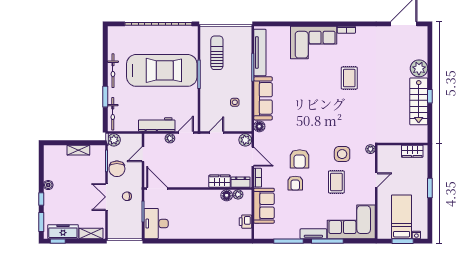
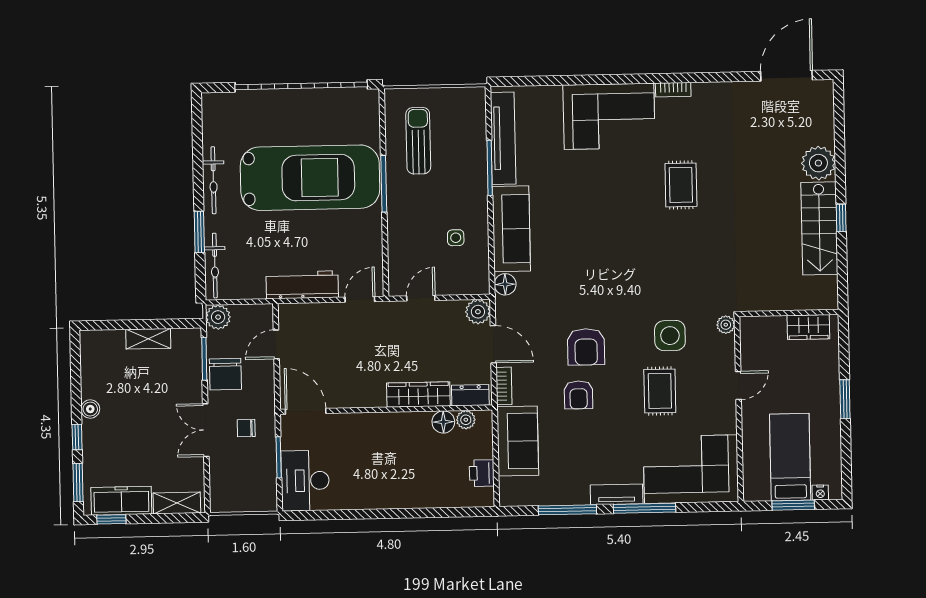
plant: (170, 138) -> (329, 312), removed
wardrobe: (220, 181) -> (418, 395), width x1.50

